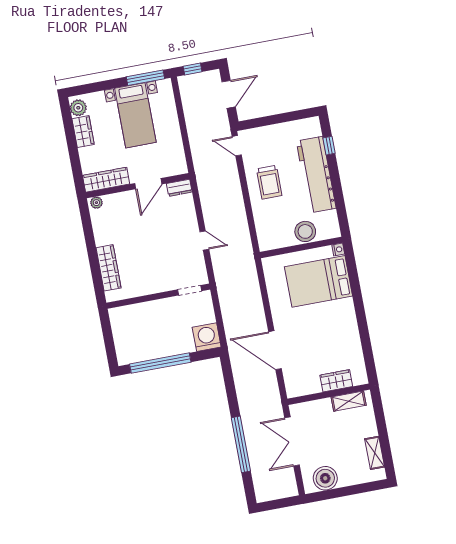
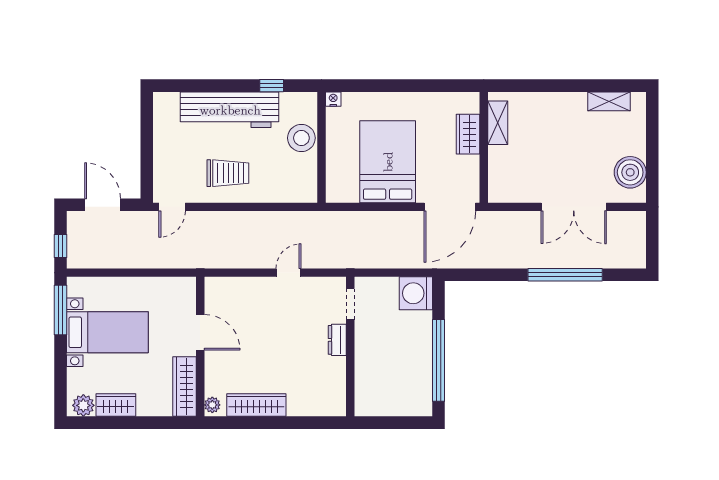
window: (329, 146) -> (272, 86), moved
dresser: (179, 188) -> (337, 340), moved, turned 180
wardrobe: (109, 268) -> (256, 405), moved
bed: (318, 281) -> (388, 162), moved, turned 180
wardrobe: (336, 381) -> (468, 134), moved
wall: (329, 394) -> (484, 147), moved
shelving: (349, 401) -> (498, 123), moved

